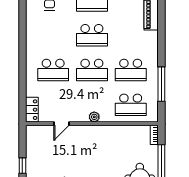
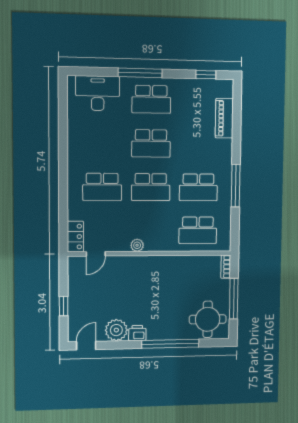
window: (161, 84) -> (236, 186), moved
plant: (94, 117) -> (137, 245), moved
door: (61, 124) -> (96, 254), moved

